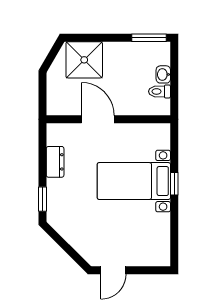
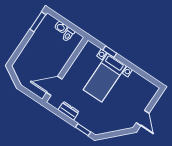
shower: (84, 60) -> (27, 62), removed
door: (98, 119) -> (54, 86), moved
window: (174, 184) -> (110, 52), moved

